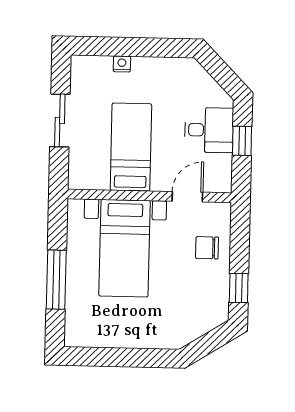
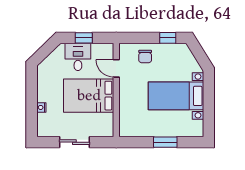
bed: (131, 147) -> (89, 96), width x1.50
bed with nightstands: (125, 248) -> (176, 96), moved, turned 180
window: (56, 280) -> (165, 142), width x0.69

